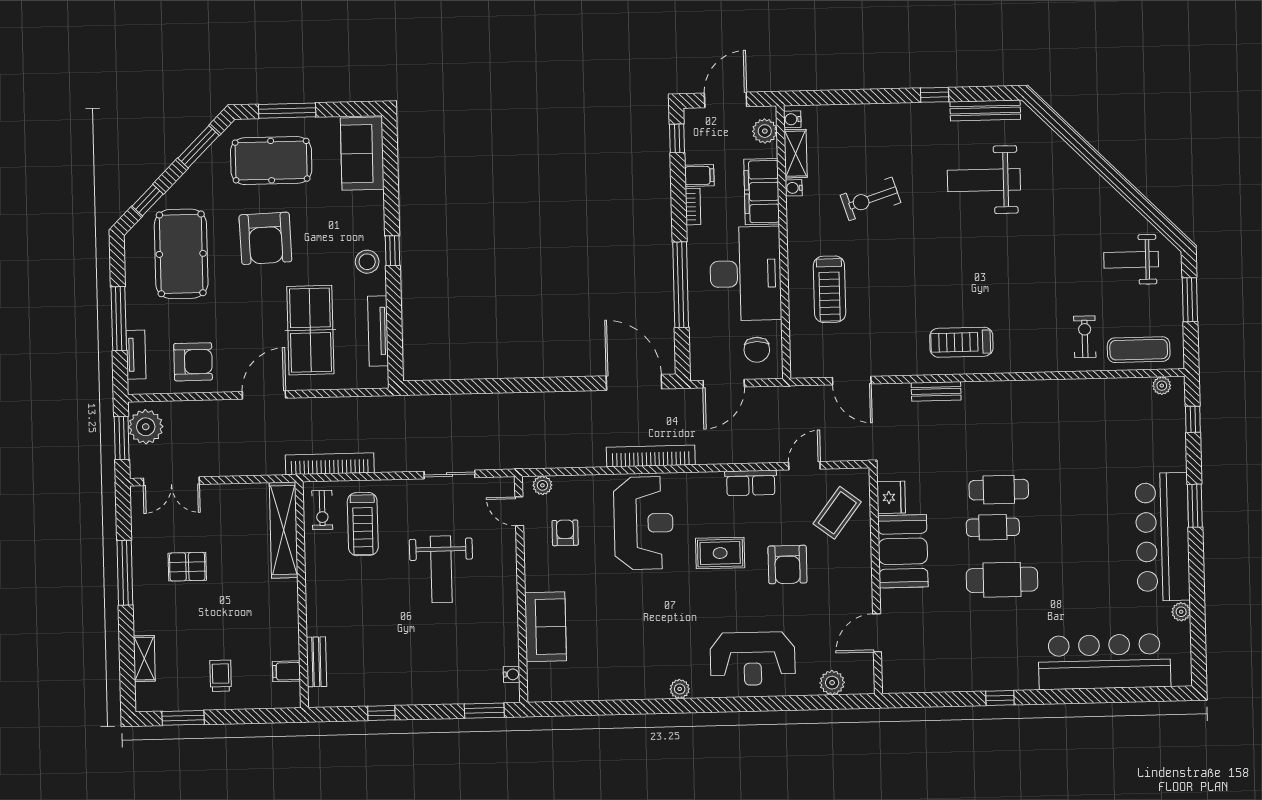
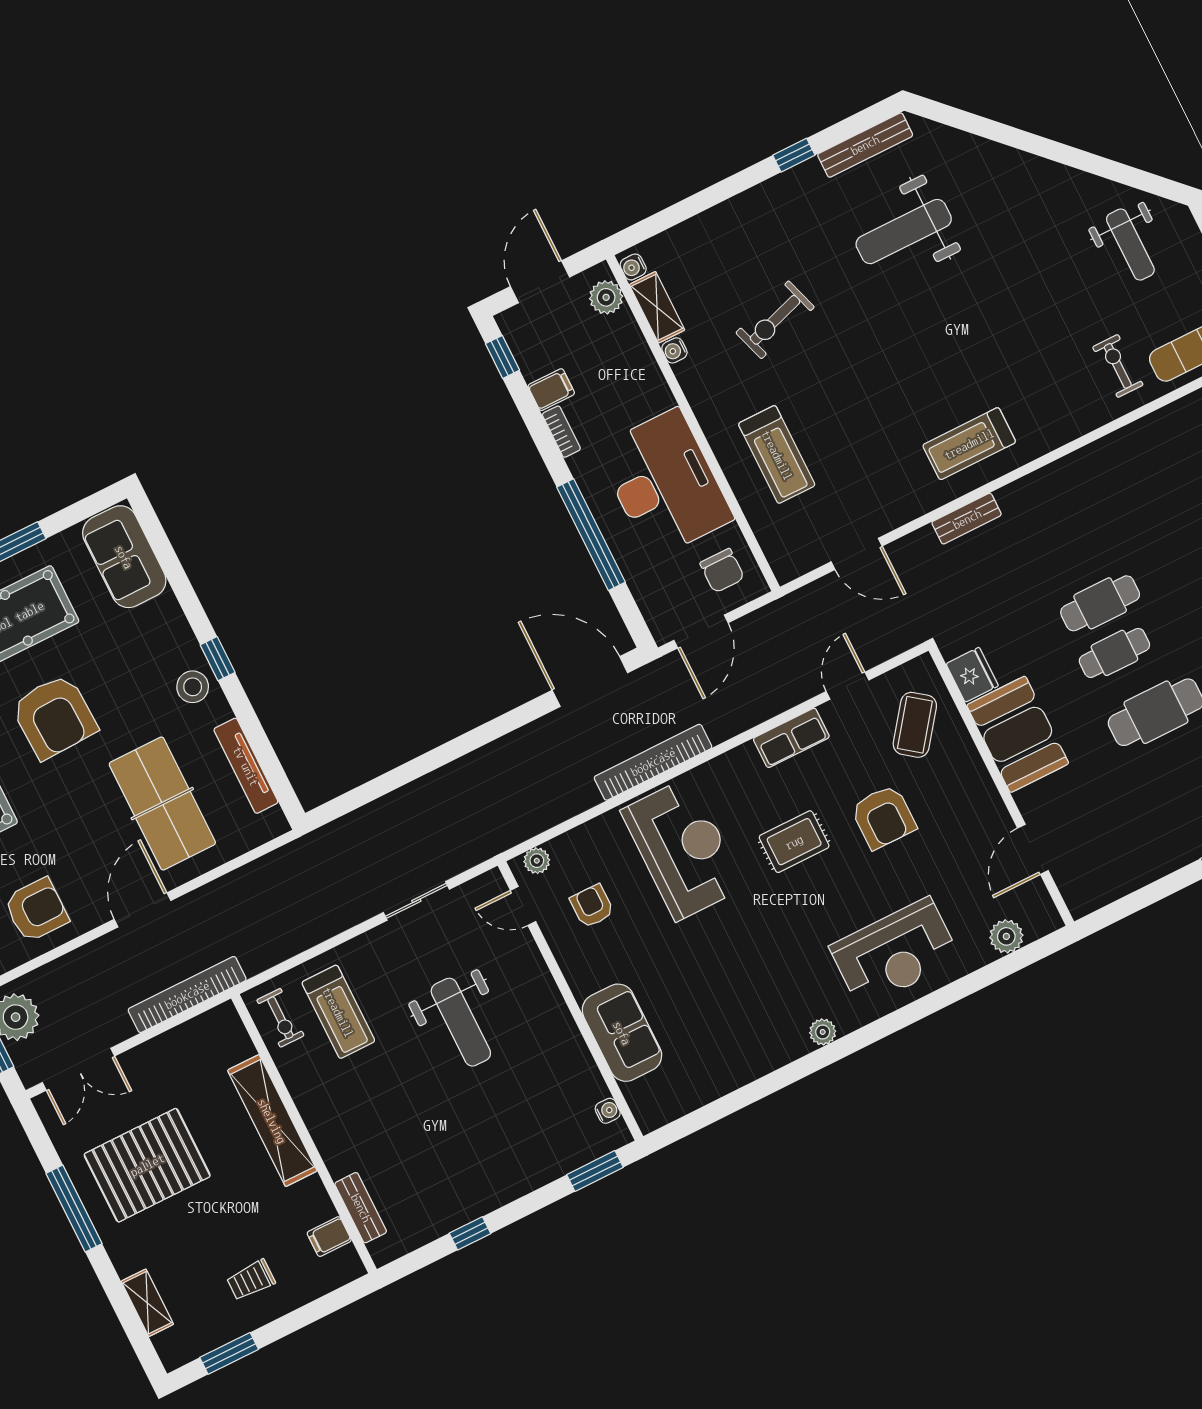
filing cabinet: (762, 192) -> (637, 374), removed
weight bench: (1131, 260) -> (1130, 245), turned -90
bookcase: (330, 464) -> (187, 995), moved
shelving: (284, 530) -> (272, 1121), moved
pallet: (187, 567) -> (147, 1165), width x2.05, depth x2.00
trolley: (221, 676) -> (251, 1280), turned -90

